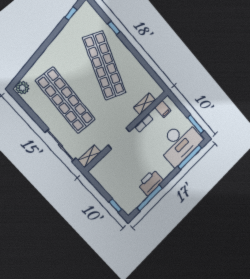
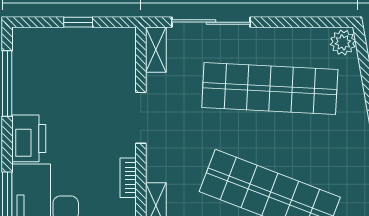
printer: (151, 182) -> (29, 138), moved
window: (115, 206) -> (78, 22), moved

